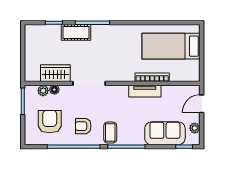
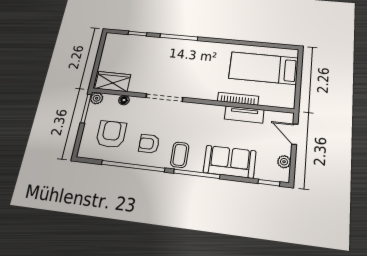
cot: (76, 32) -> (159, 45), removed
wardrobe: (55, 73) -> (113, 82), moved
plant: (43, 91) -> (97, 98), moved
tv unit: (145, 91) -> (244, 114), moved
door: (202, 104) -> (295, 134), hinge flipped
sofa: (165, 133) -> (230, 162), moved

